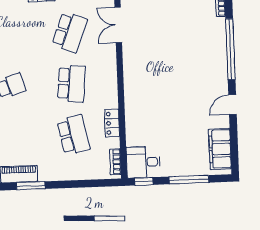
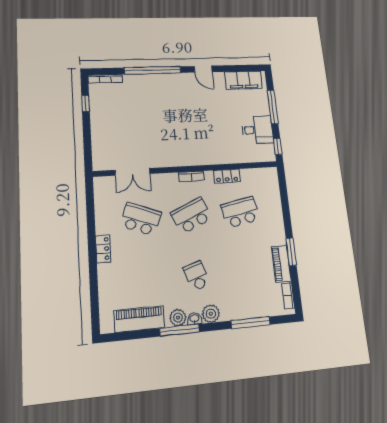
school desk: (71, 84) -> (191, 216), turned -30
bookcase: (115, 162) -> (191, 176), moved
desk: (143, 162) -> (257, 130), moved, turned -90

